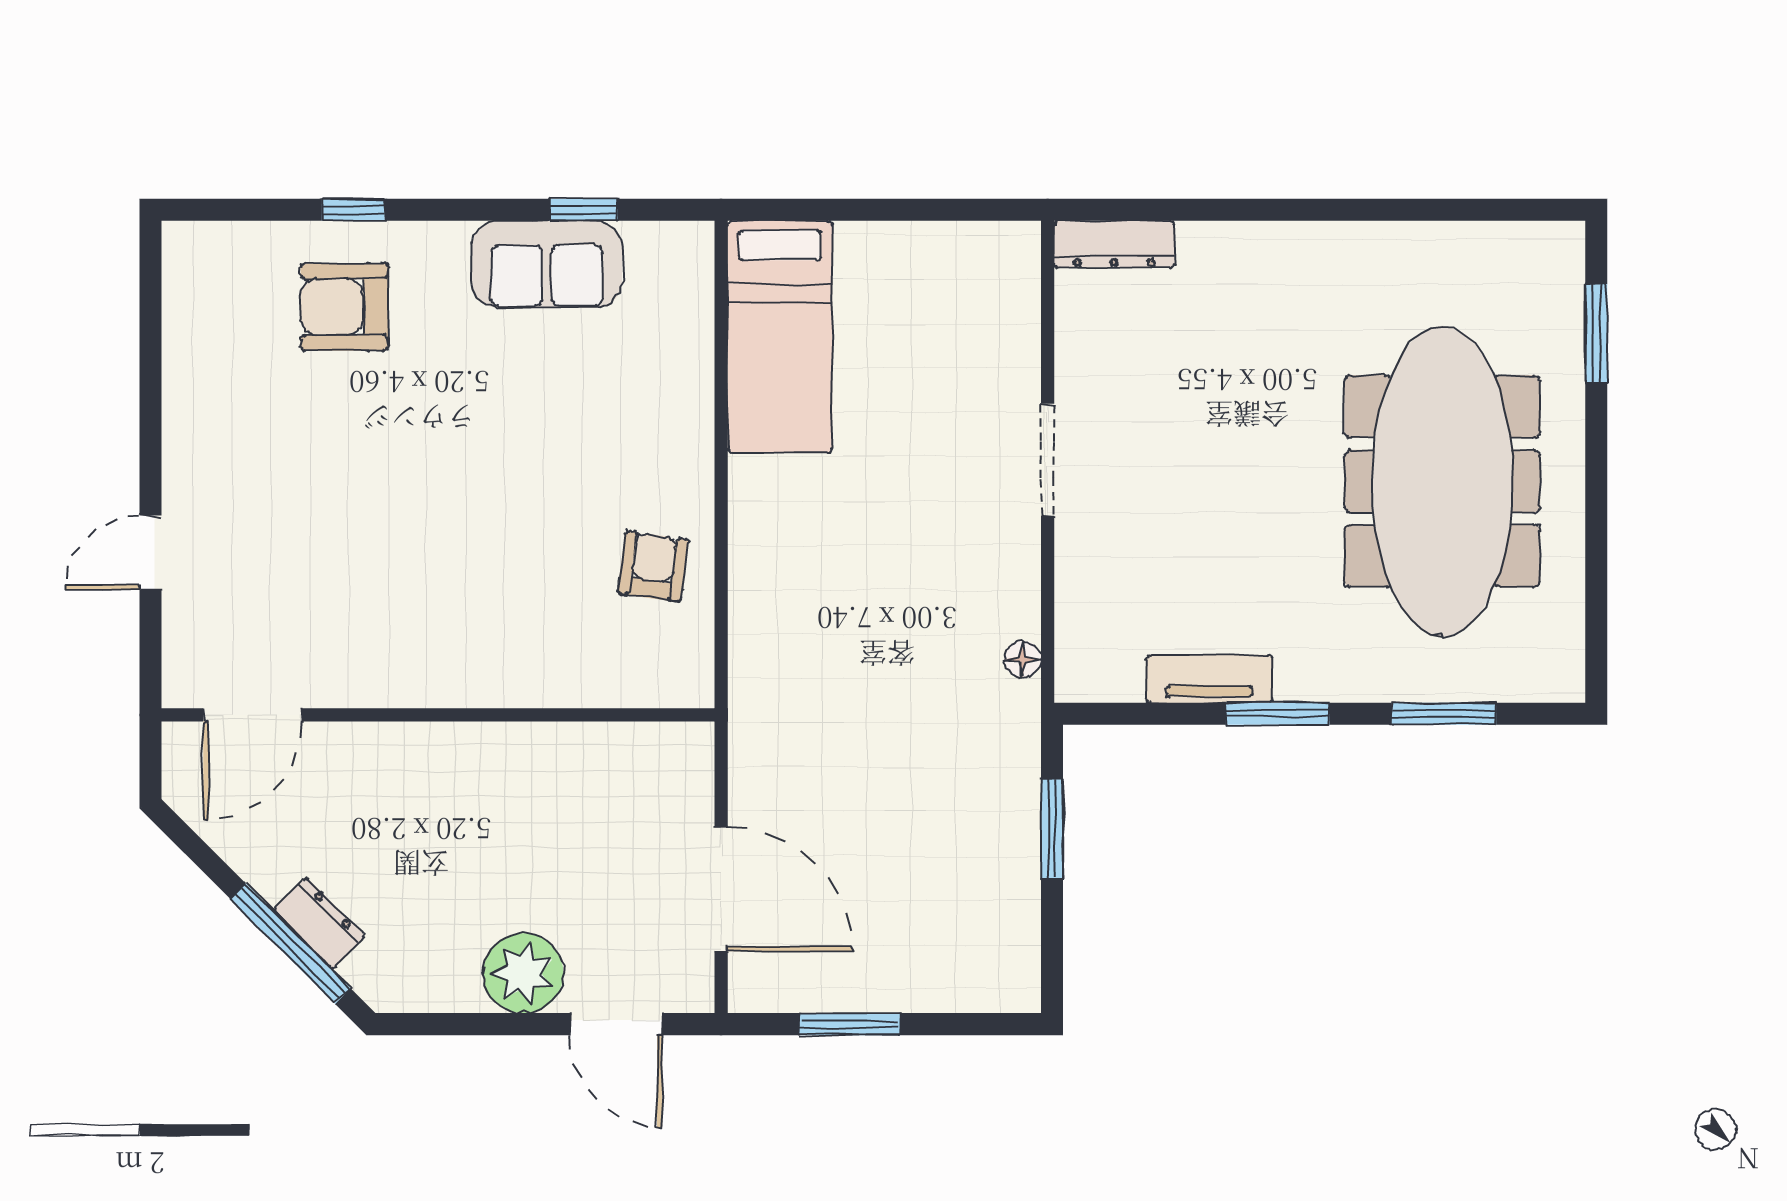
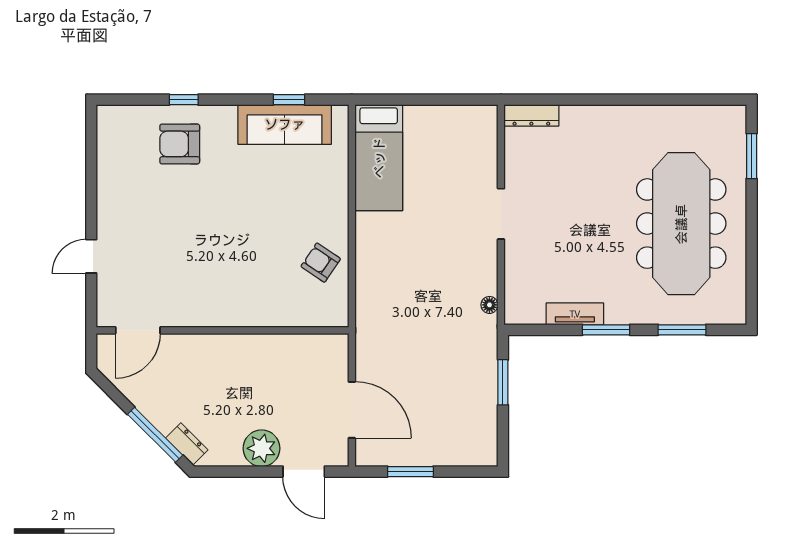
sofa: (547, 264) -> (285, 124), width x1.36
armchair: (653, 567) -> (321, 263), turned -64
dresser: (319, 923) -> (187, 444), moved

